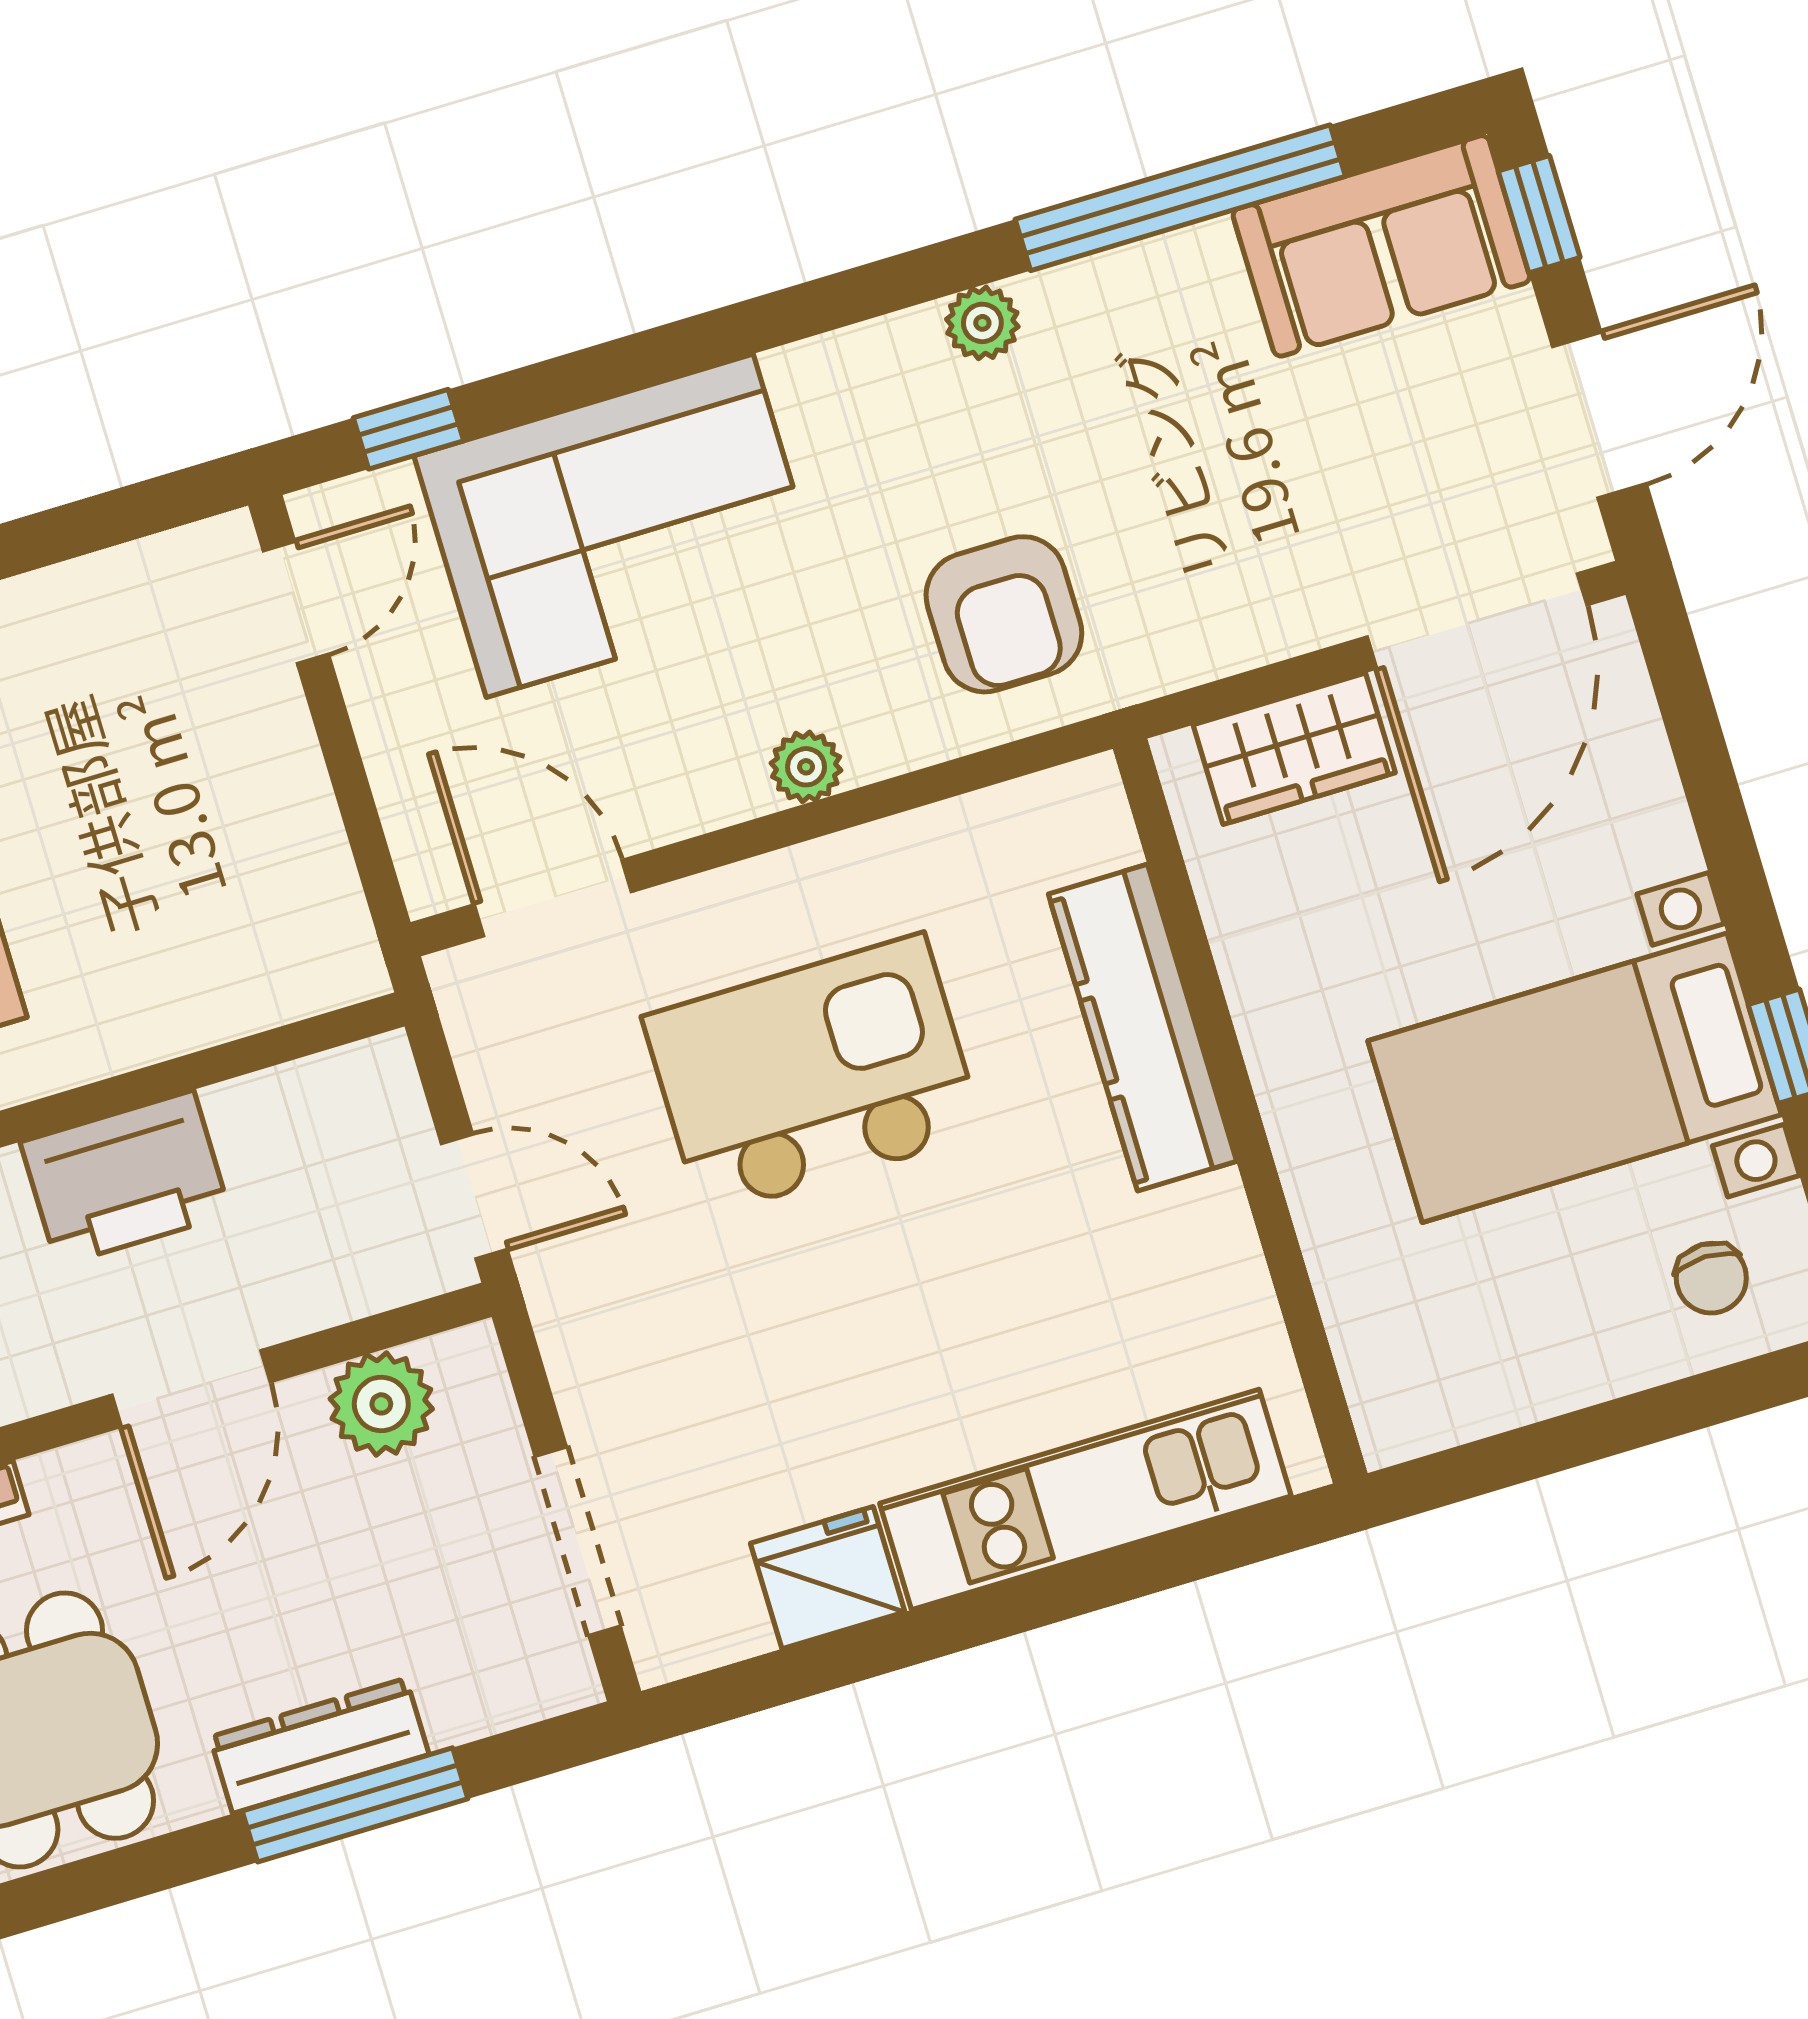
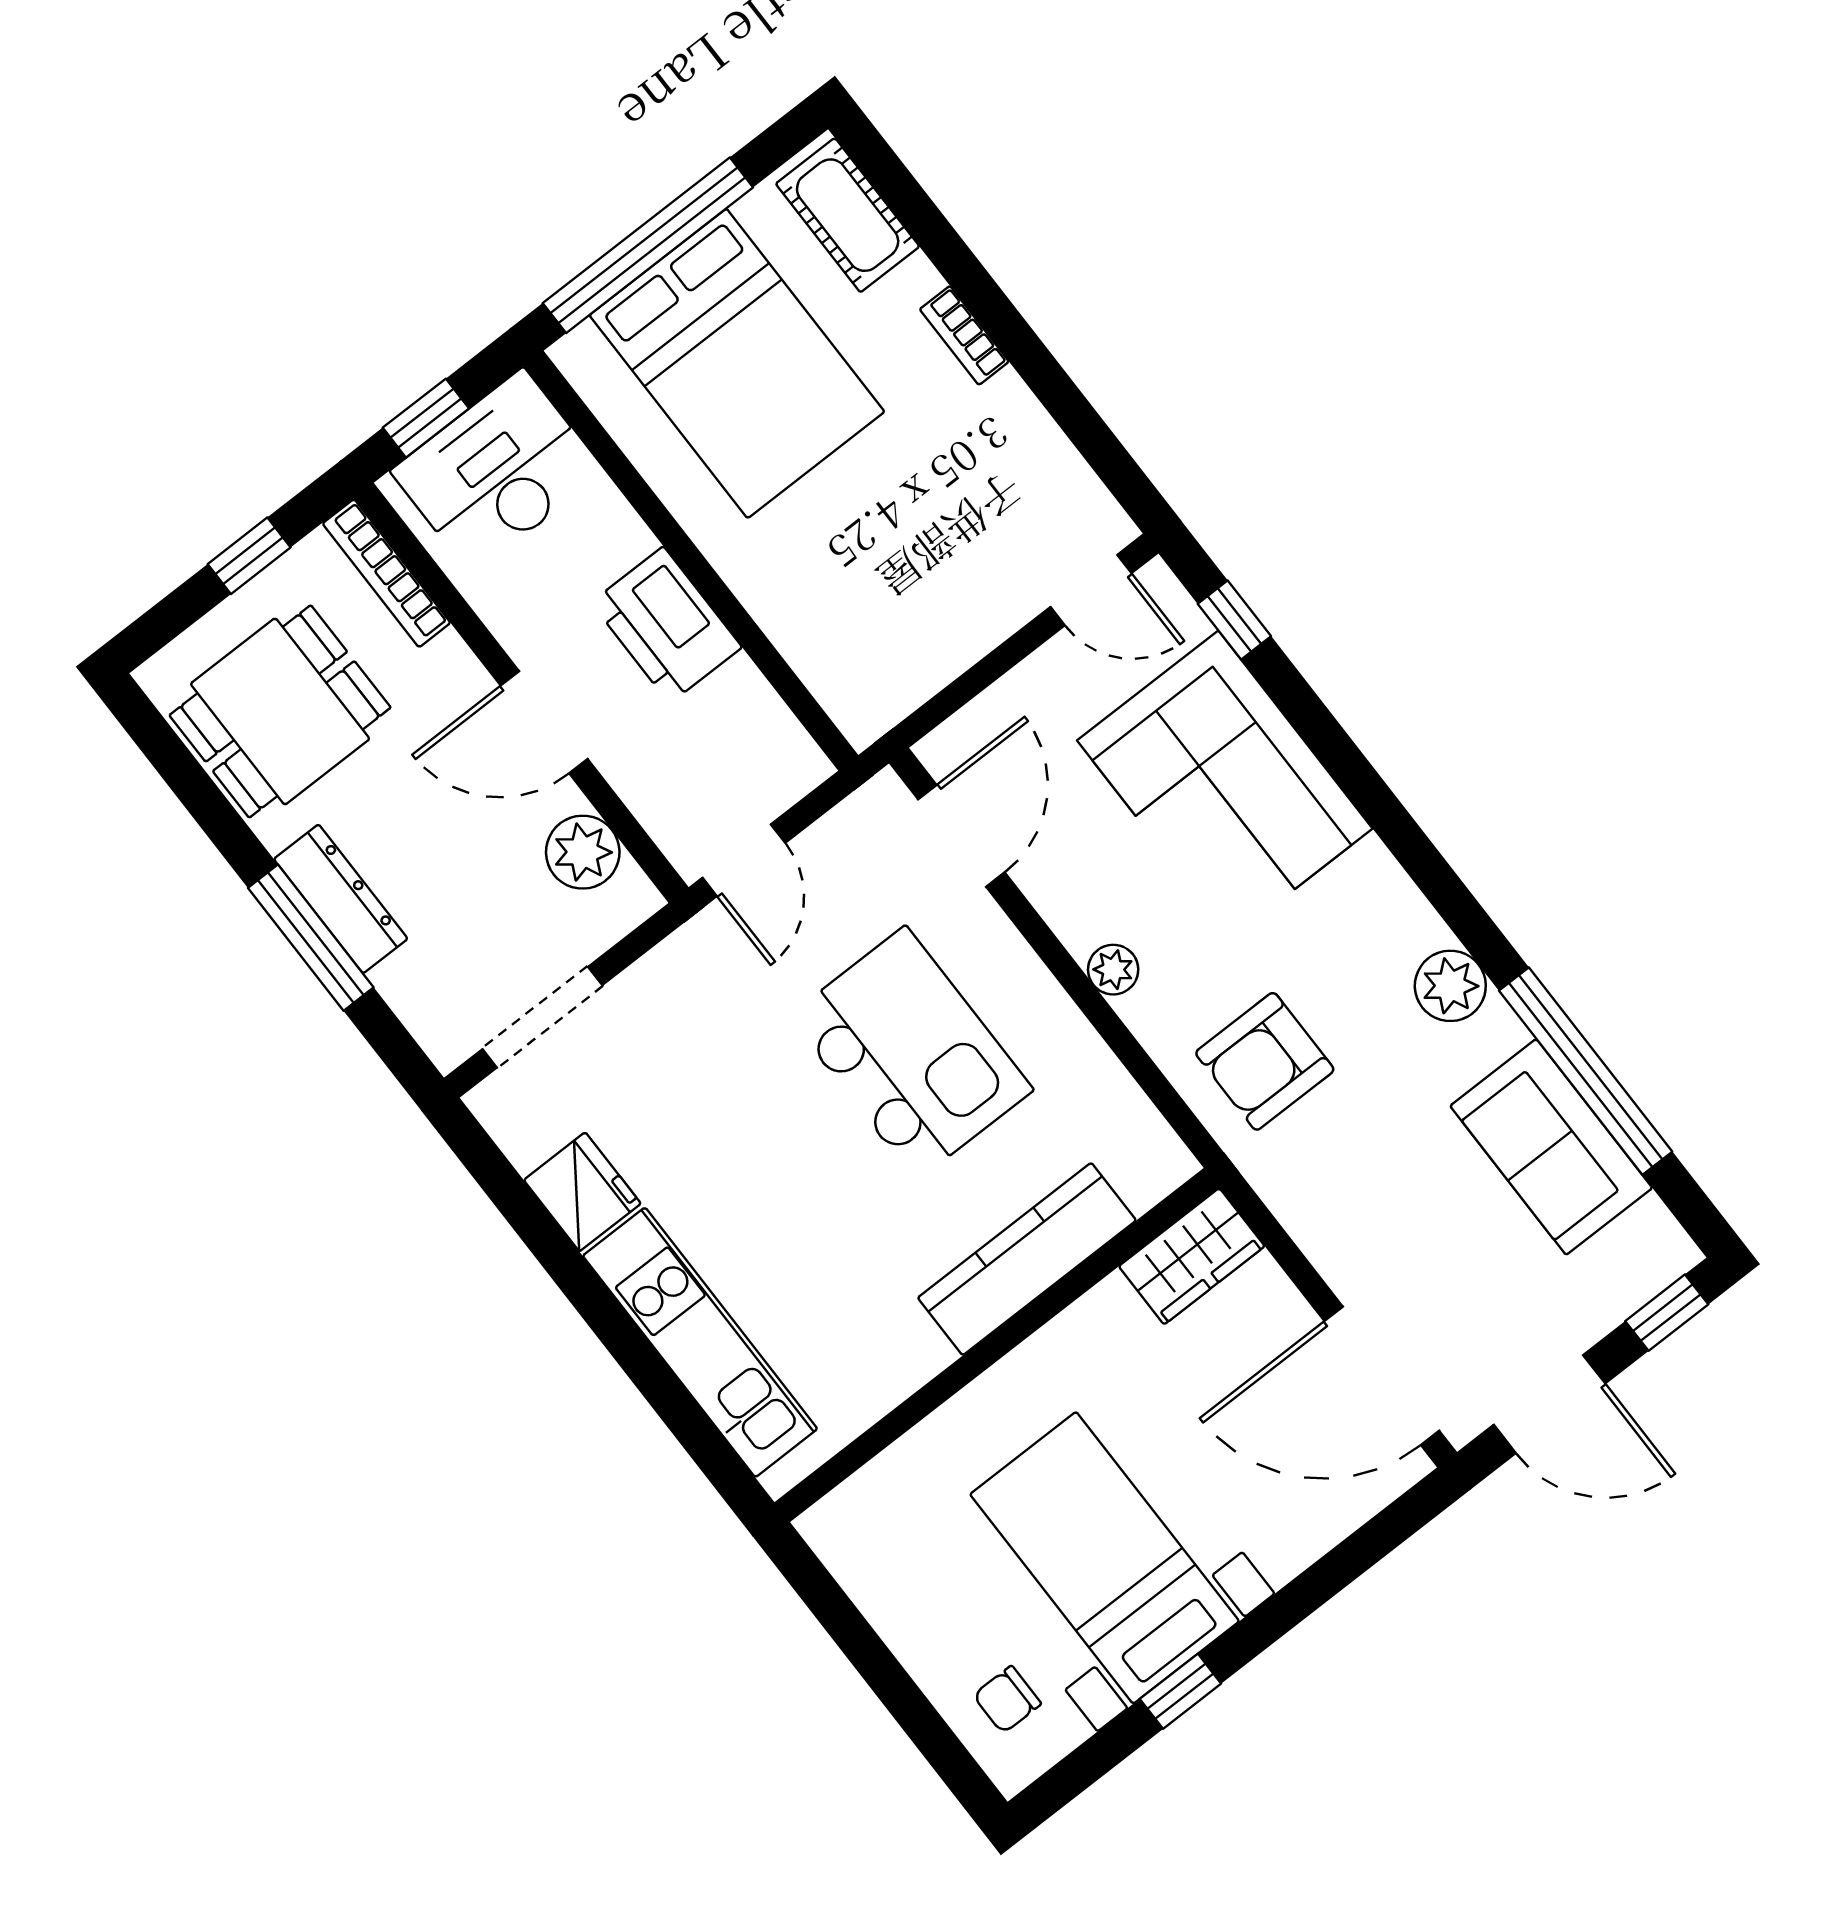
sofa: (1381, 246) -> (1551, 1147), moved
plant: (982, 323) -> (1450, 986), width x1.38, depth x1.38
wardrobe: (1294, 749) -> (1192, 1256), moved, turned -90

